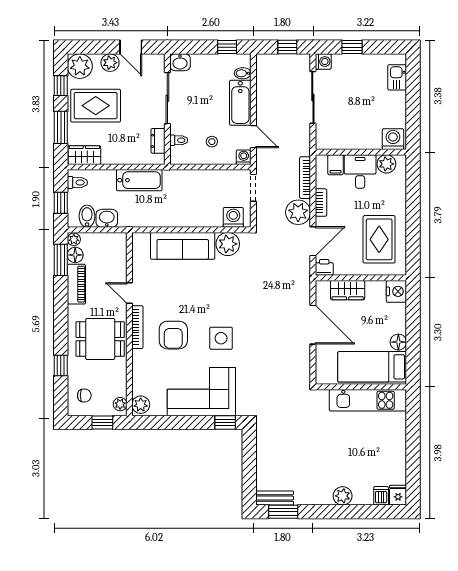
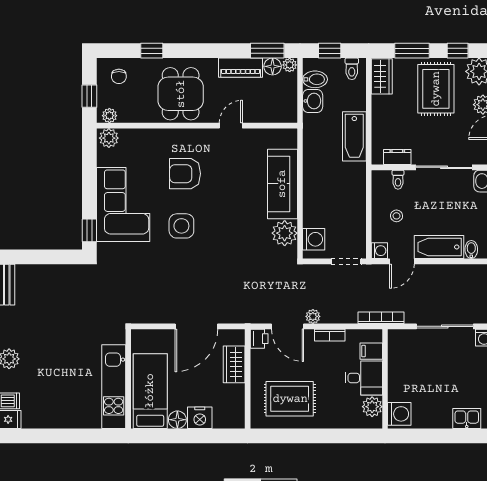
bookcase: (305, 178) -> (381, 318), moved
plant: (298, 212) -> (313, 316), width x0.53, depth x0.53
nightstand: (396, 291) -> (200, 418), moved
bookcase: (137, 327) -> (194, 134), removed

